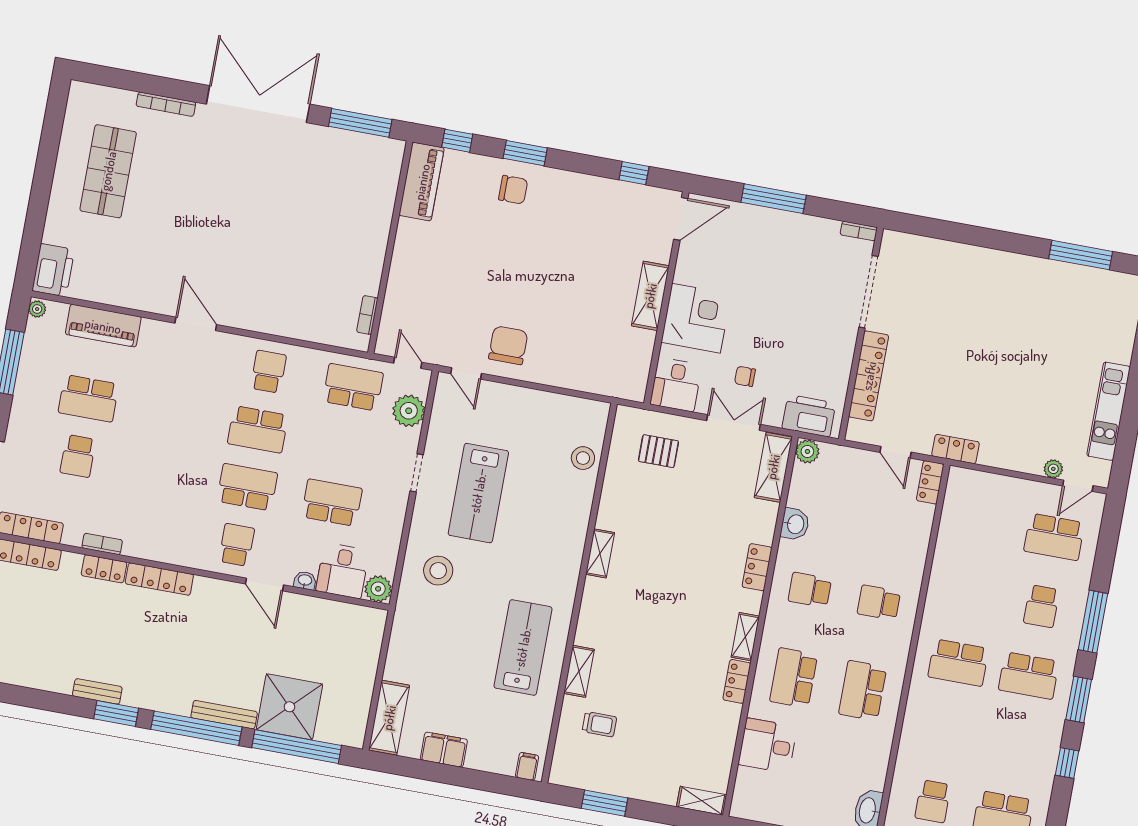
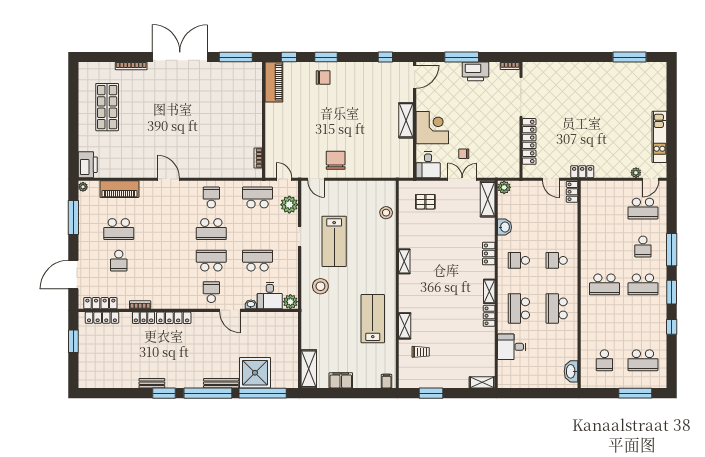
printer: (809, 416) -> (475, 71), moved, turned 180

